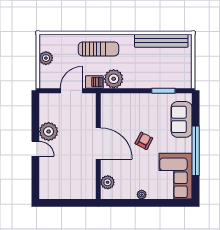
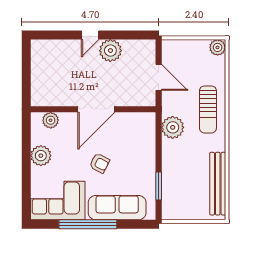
plant: (46, 58) -> (218, 47), moved
barbecue: (94, 82) -> (169, 105), removed
sofa: (182, 119) -> (117, 208), width x1.36
plant: (142, 195) -> (41, 156), width x1.88, depth x1.88

